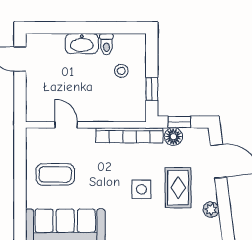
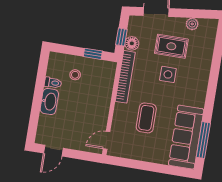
door: (66, 125) -> (107, 140), moved
coffee table: (55, 174) -> (146, 118), moved

